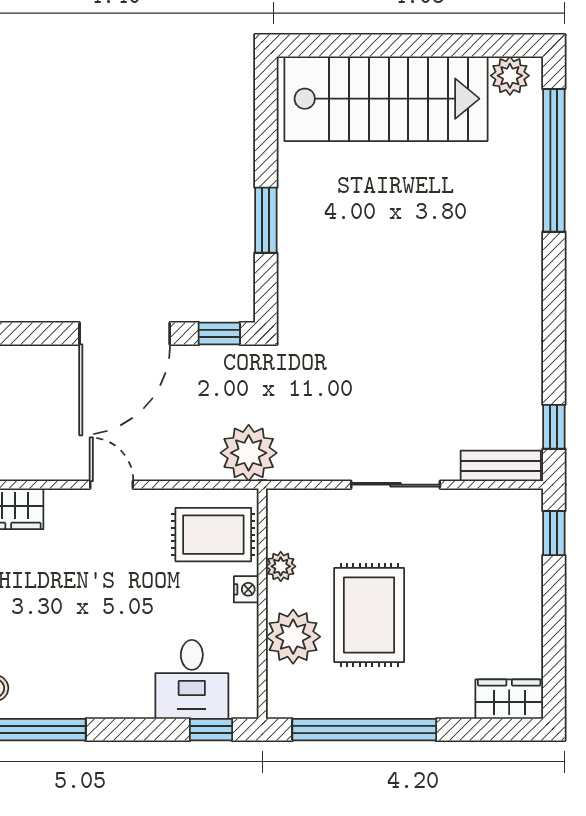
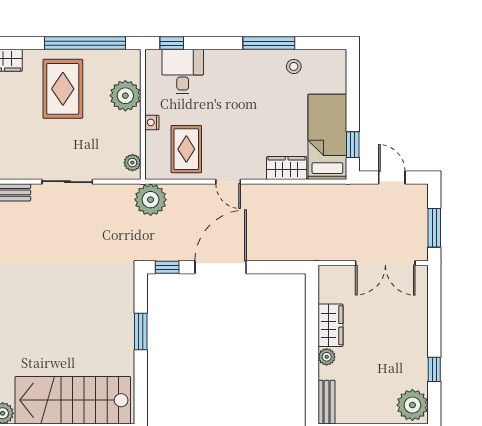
rug: (213, 535) -> (186, 149), moved, turned 90
plant: (281, 566) -> (132, 163), moved
rug: (369, 615) -> (63, 89), moved

